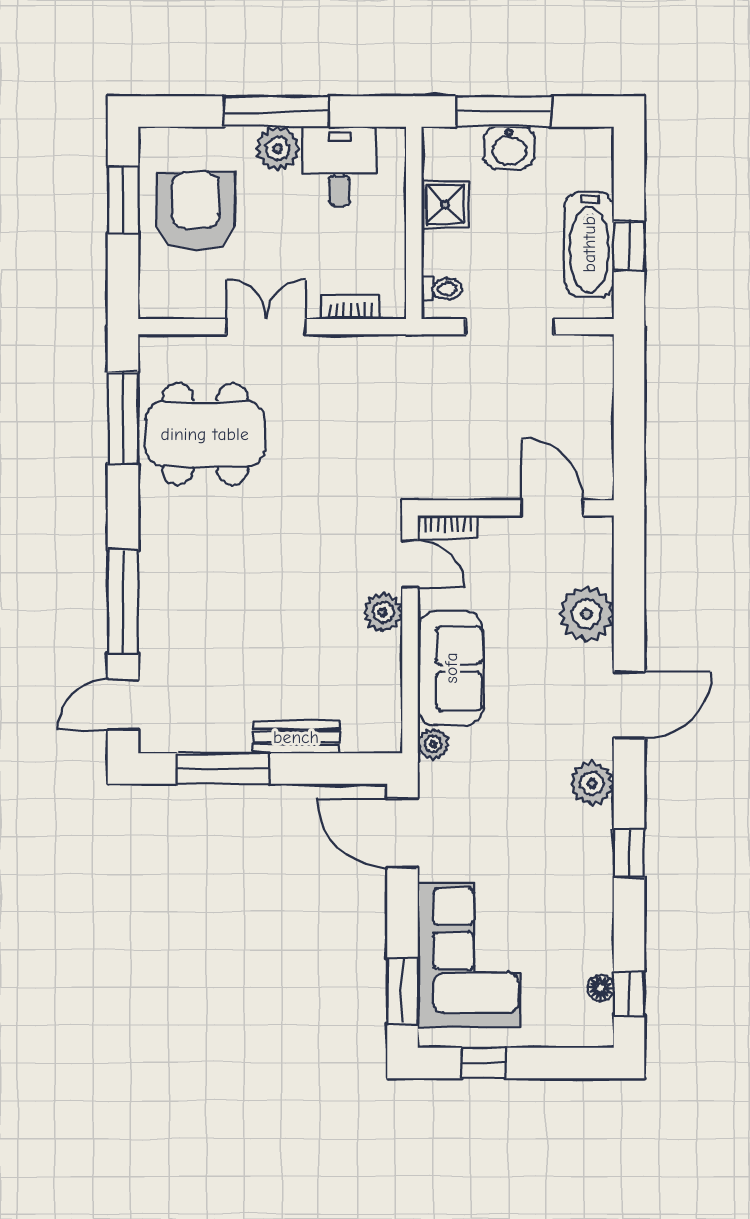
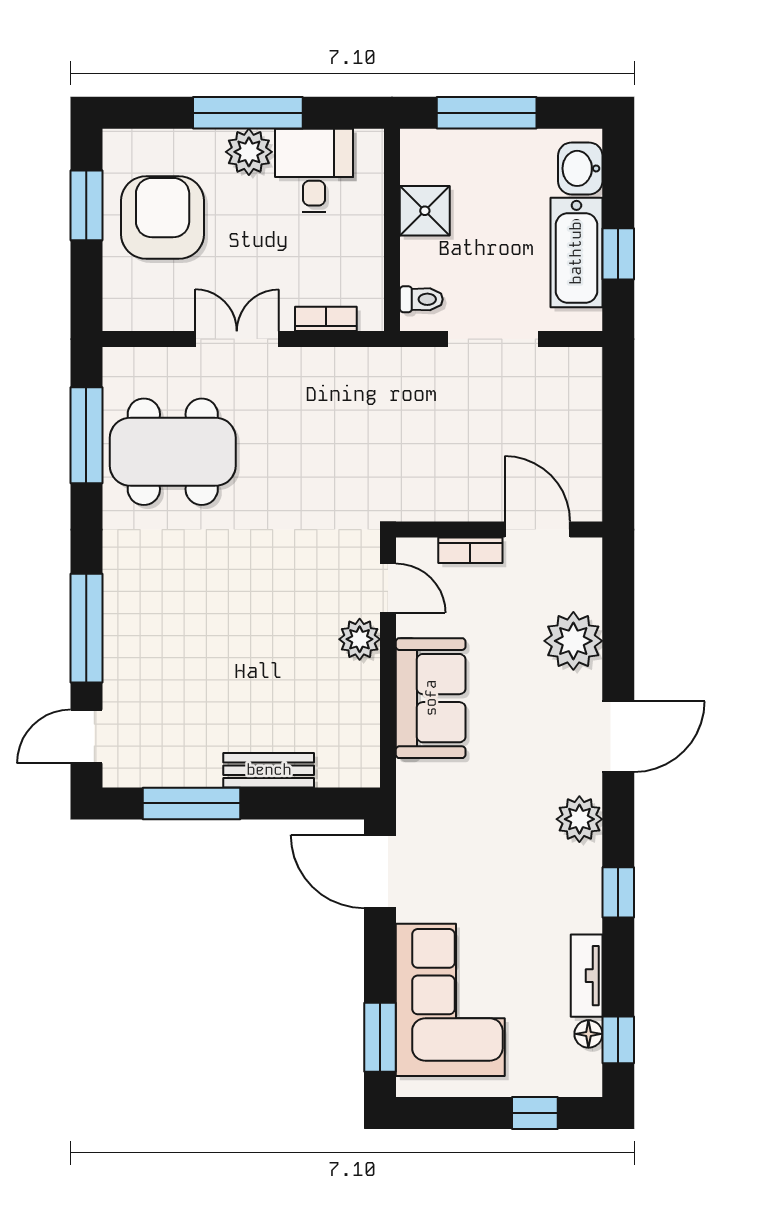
washbasin: (509, 148) -> (580, 168), moved, turned 90
bookcase: (448, 528) -> (470, 550), moved
plant: (433, 744) -> (412, 778), removed
tv unit: (599, 932) -> (587, 976), added
window: (483, 1063) -> (535, 1113), moved

